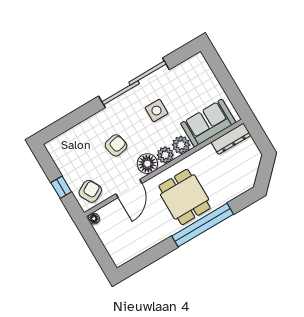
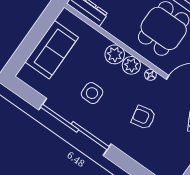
sofa: (208, 123) -> (52, 50), moved, turned -90
floor lamp: (147, 164) -> (150, 75), width x0.53, depth x0.53

